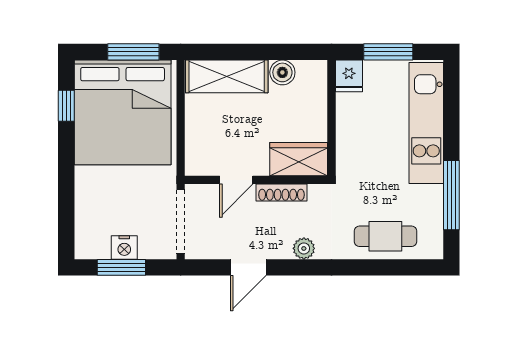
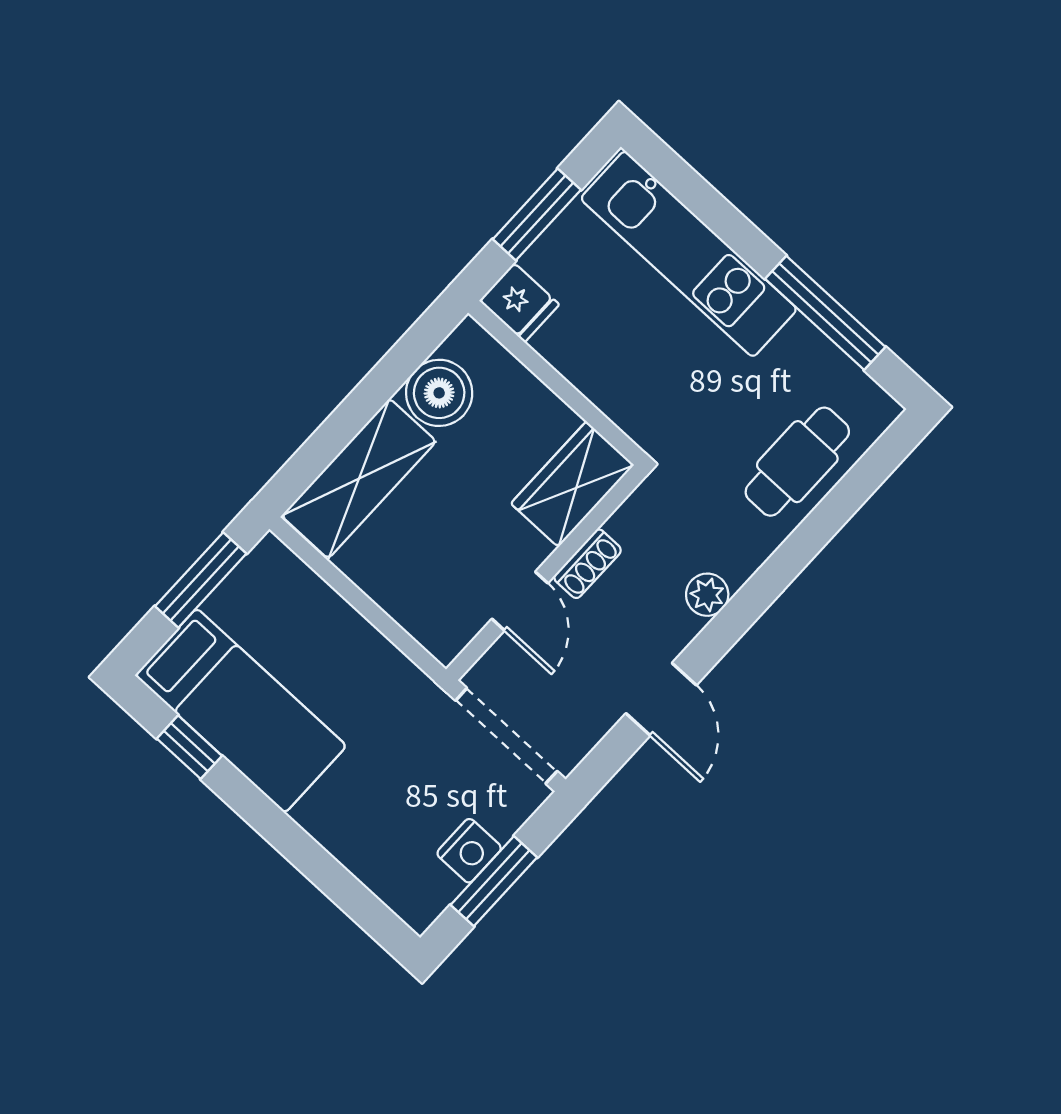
boiler: (282, 72) -> (439, 393), width x1.36, depth x1.36
bed: (123, 112) -> (241, 711), width x0.49
shoe rack: (281, 192) -> (588, 564), width x0.70

